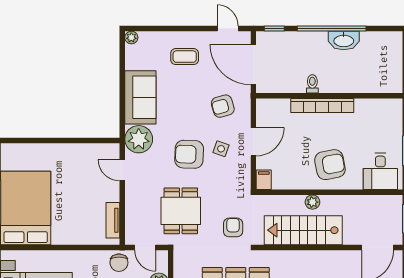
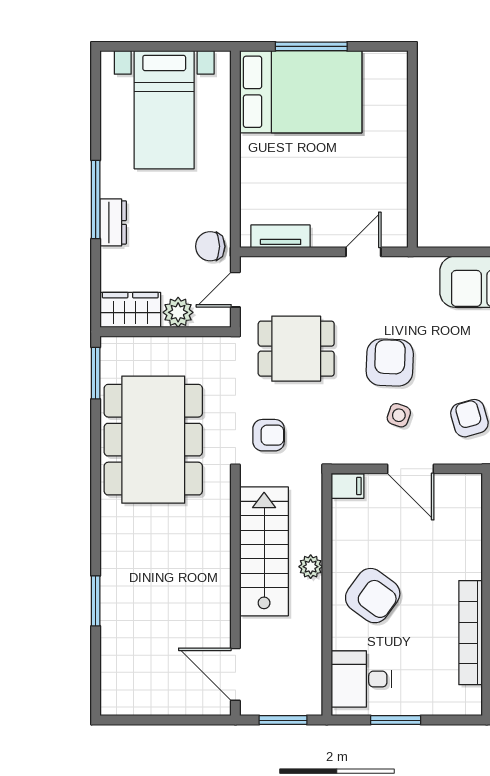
bookcase: (322, 105) -> (471, 633), moved
plant: (139, 139) -> (415, 279), removed
armchair: (330, 165) -> (373, 596), turned -43

